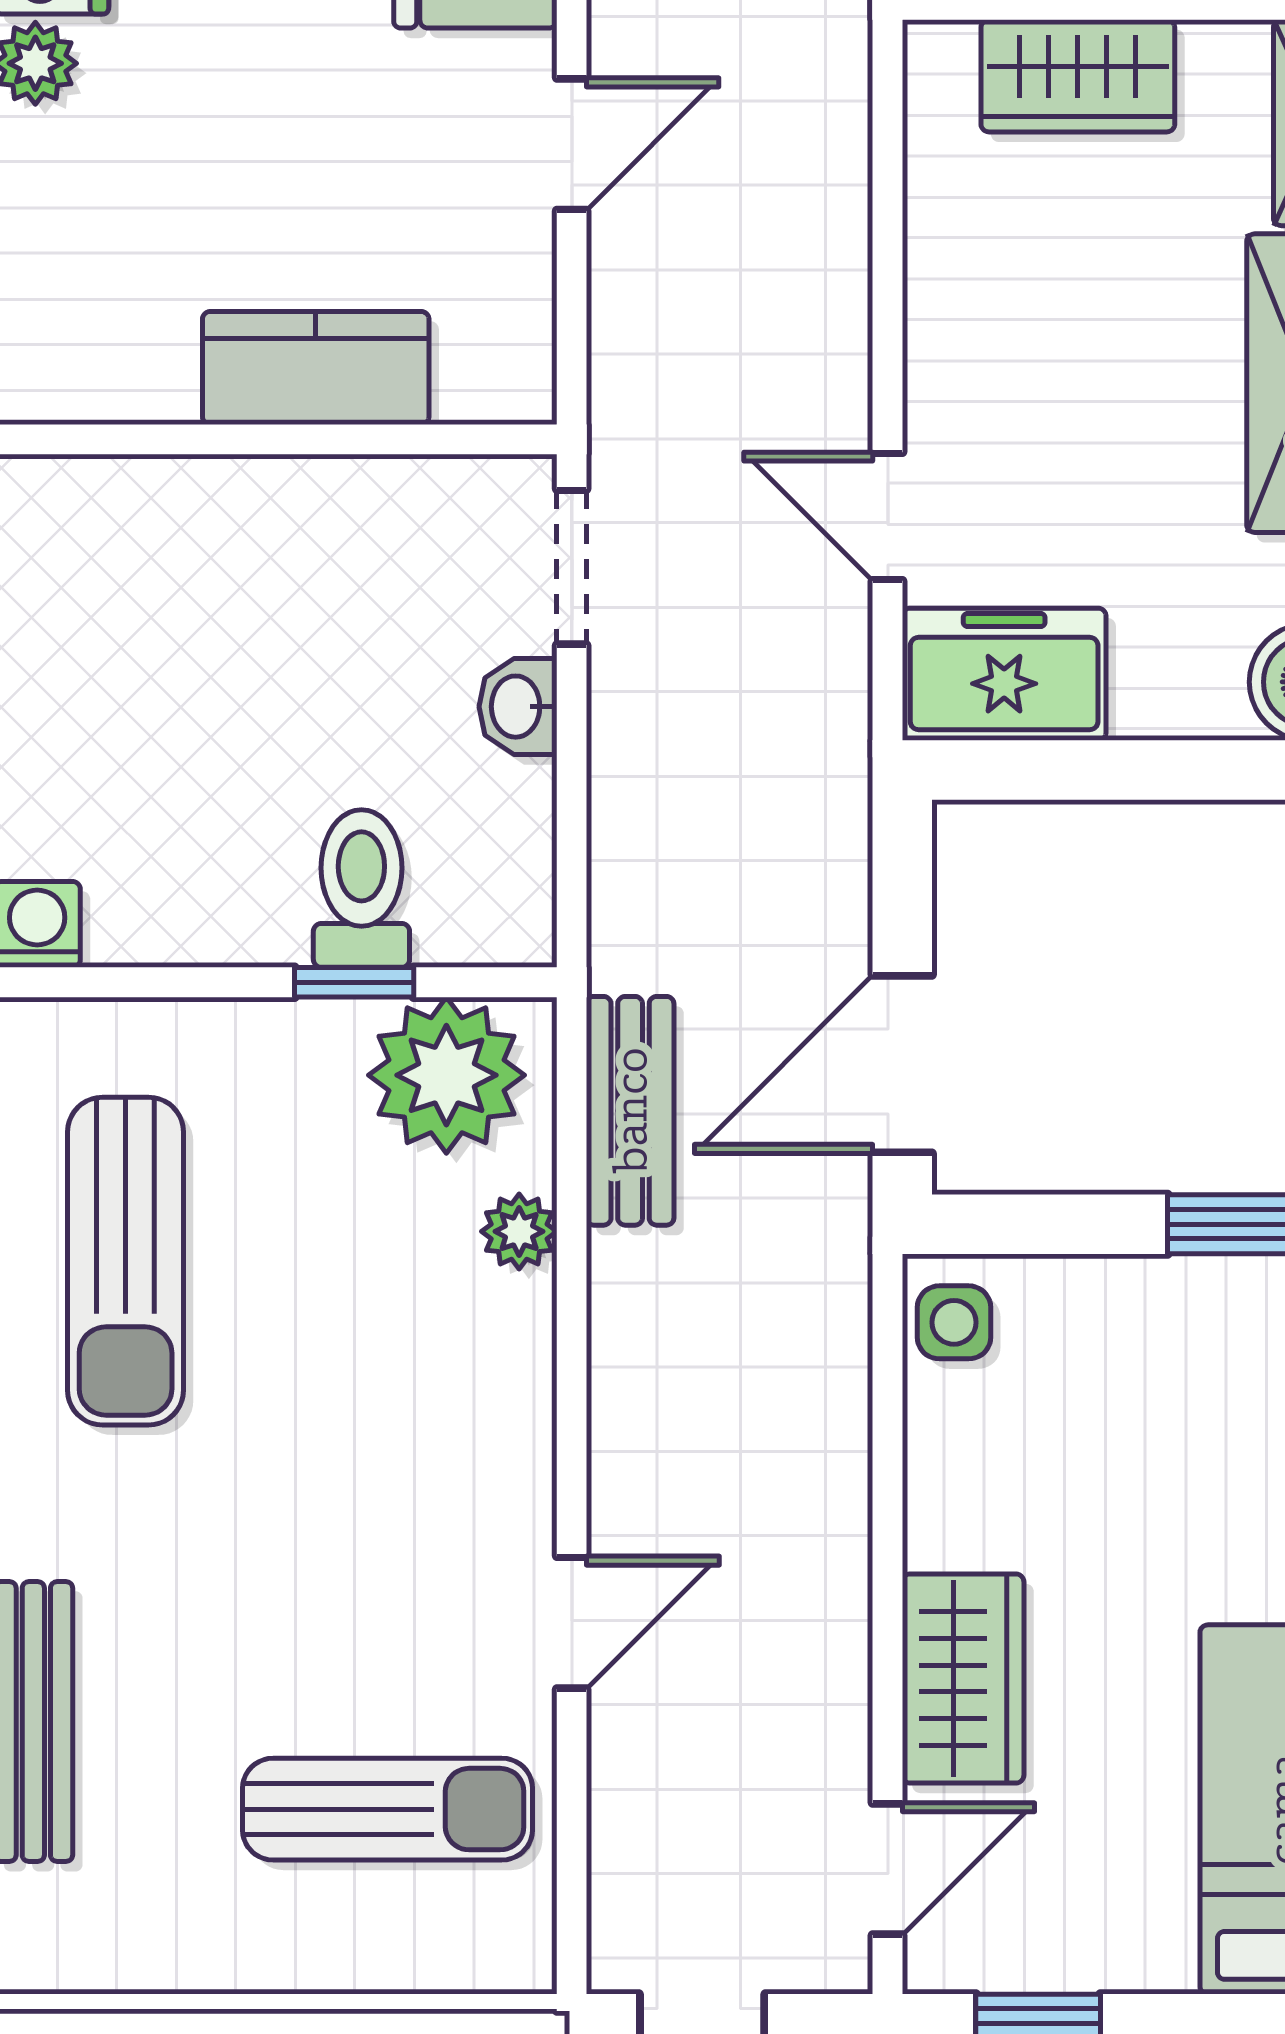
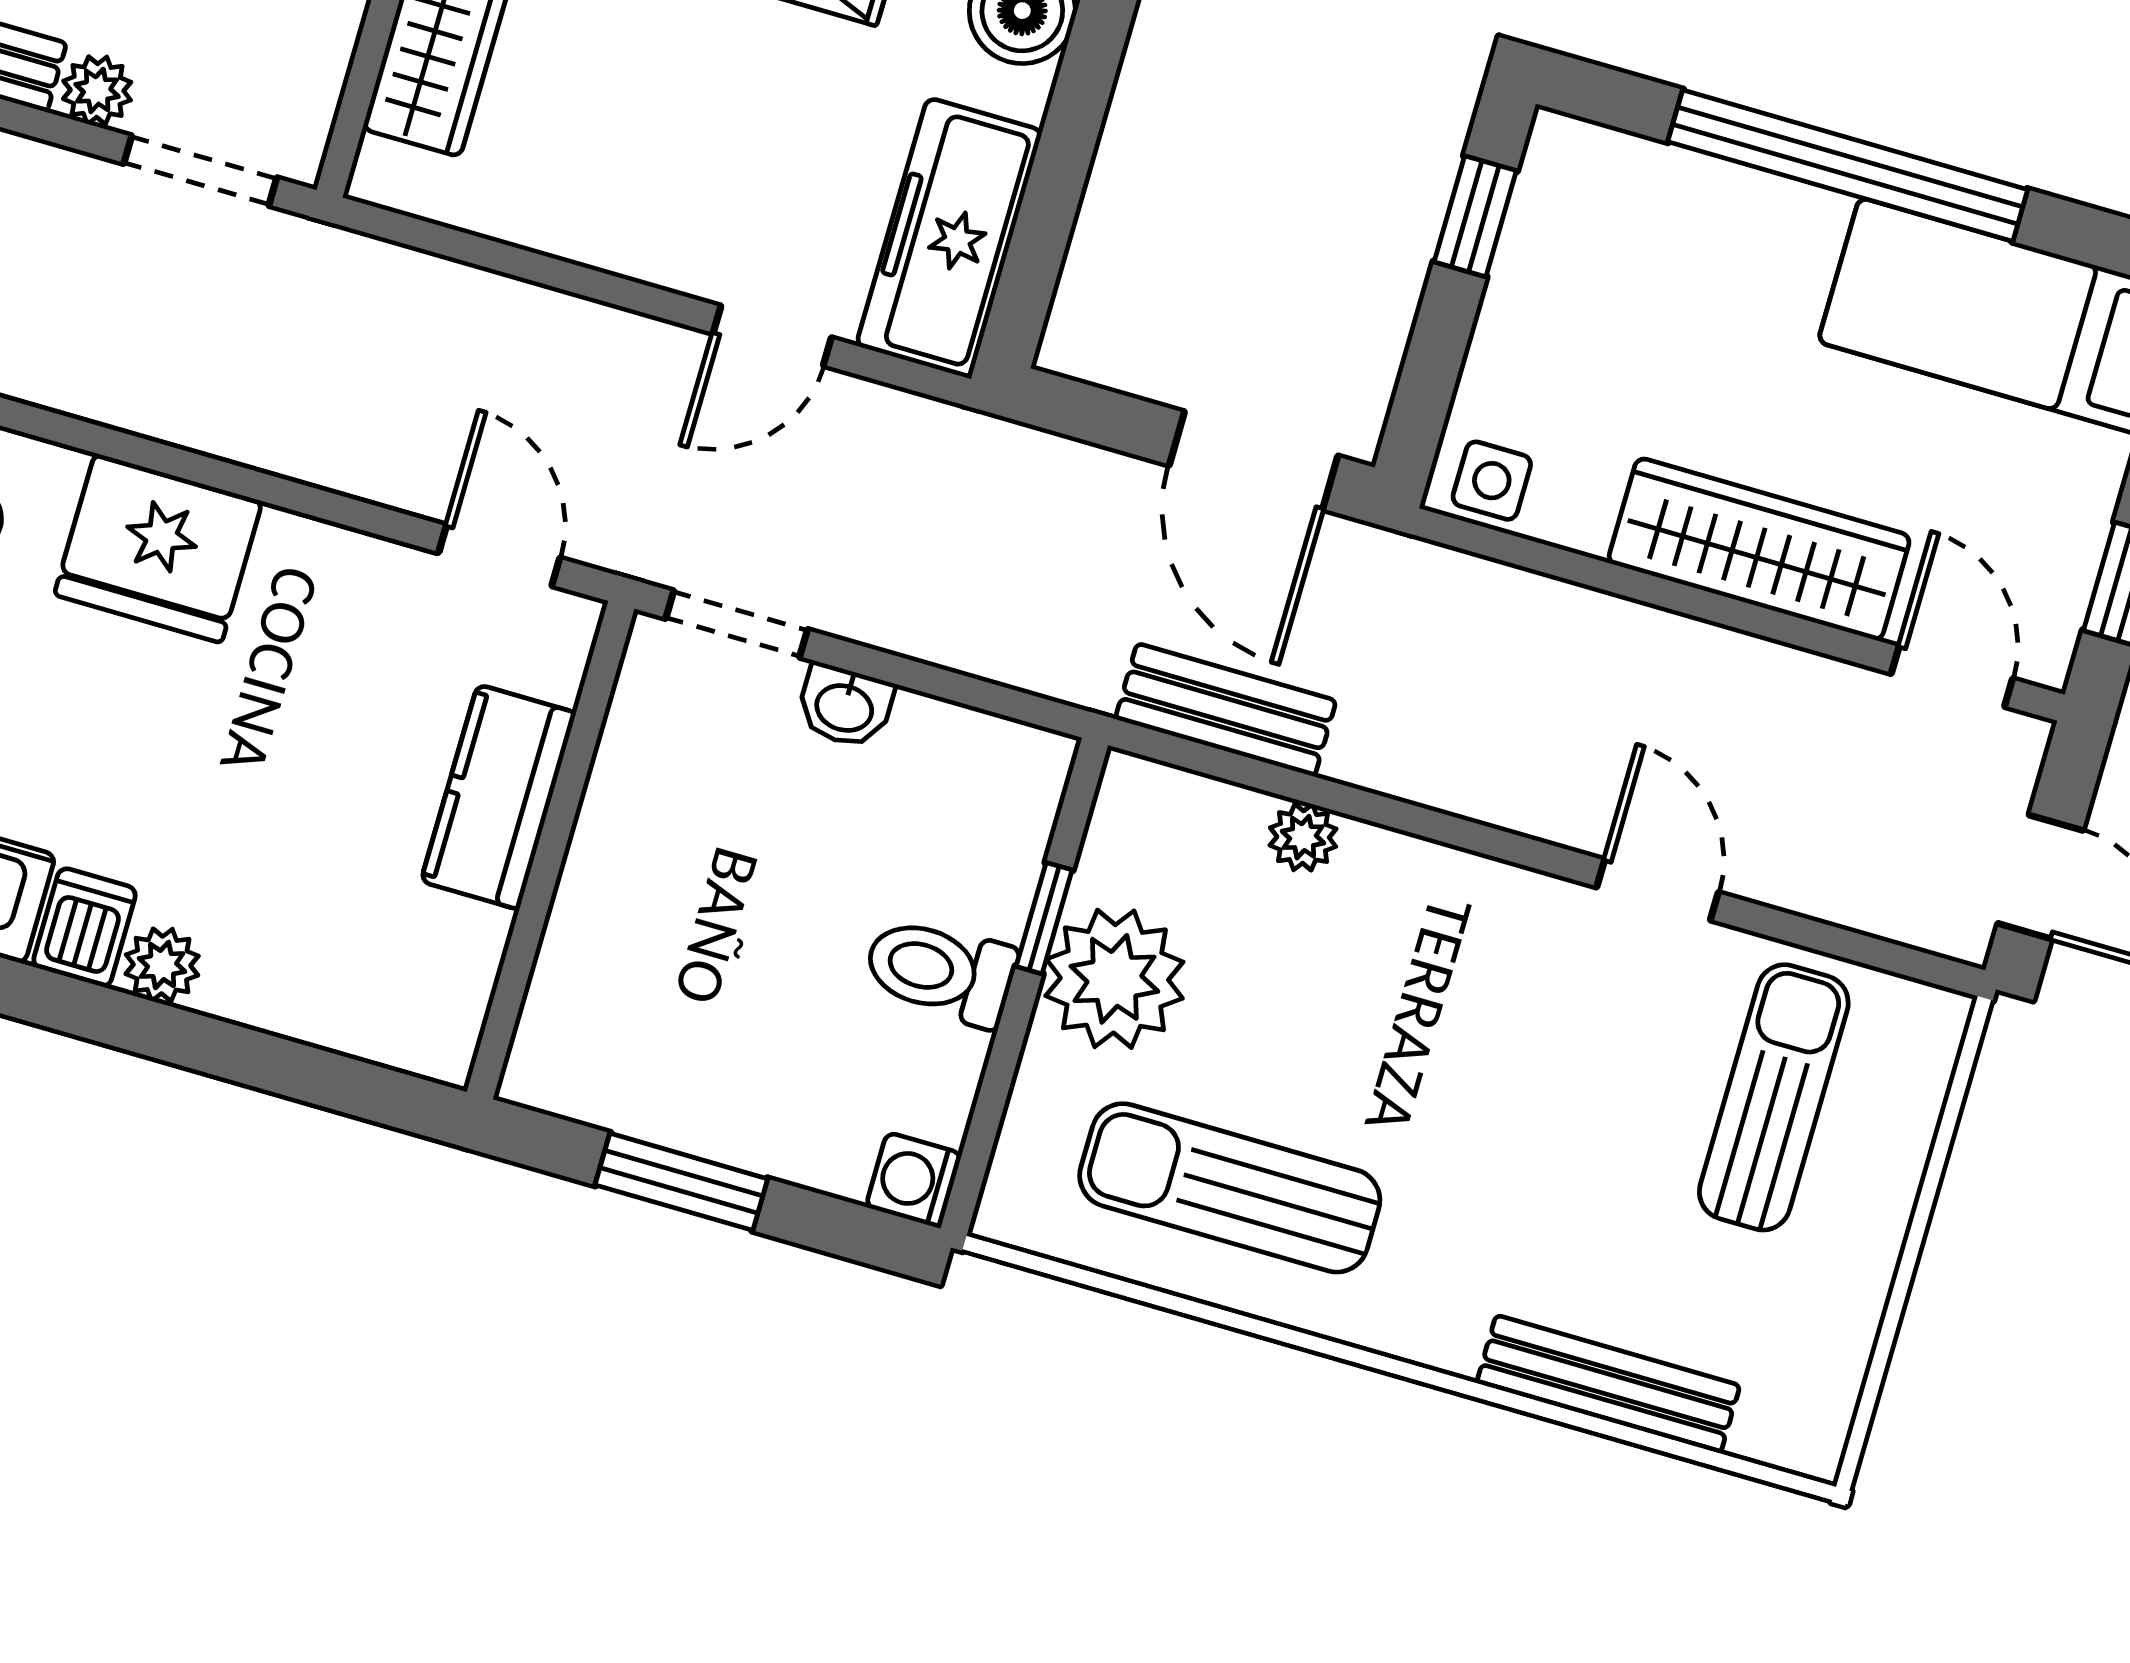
door: (572, 144) -> (499, 555), moved
freezer: (1004, 674) -> (949, 238), width x1.40
toilet: (361, 889) -> (940, 971), moved
plant: (446, 1075) -> (1114, 979), moved
sun lounger: (126, 1261) -> (1230, 1188), turned 180
wardrobe: (963, 1678) -> (1759, 549), width x1.50

